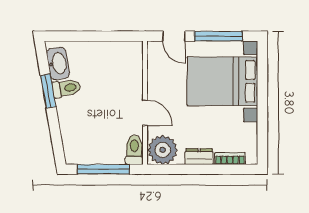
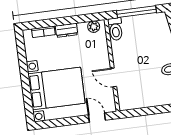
window: (218, 36) -> (64, 122), removed
door: (145, 113) -> (114, 77), moved
plant: (163, 150) -> (94, 27), width x0.53, depth x0.53

